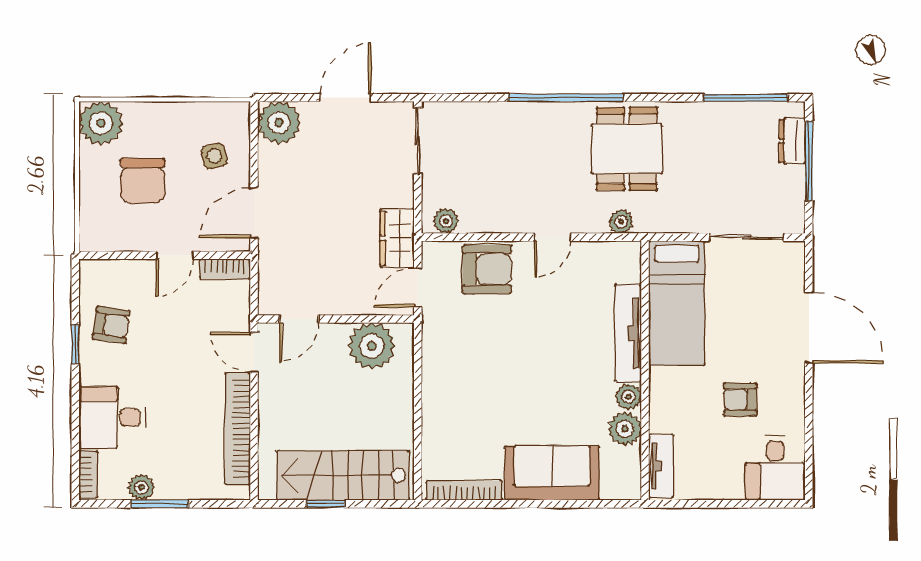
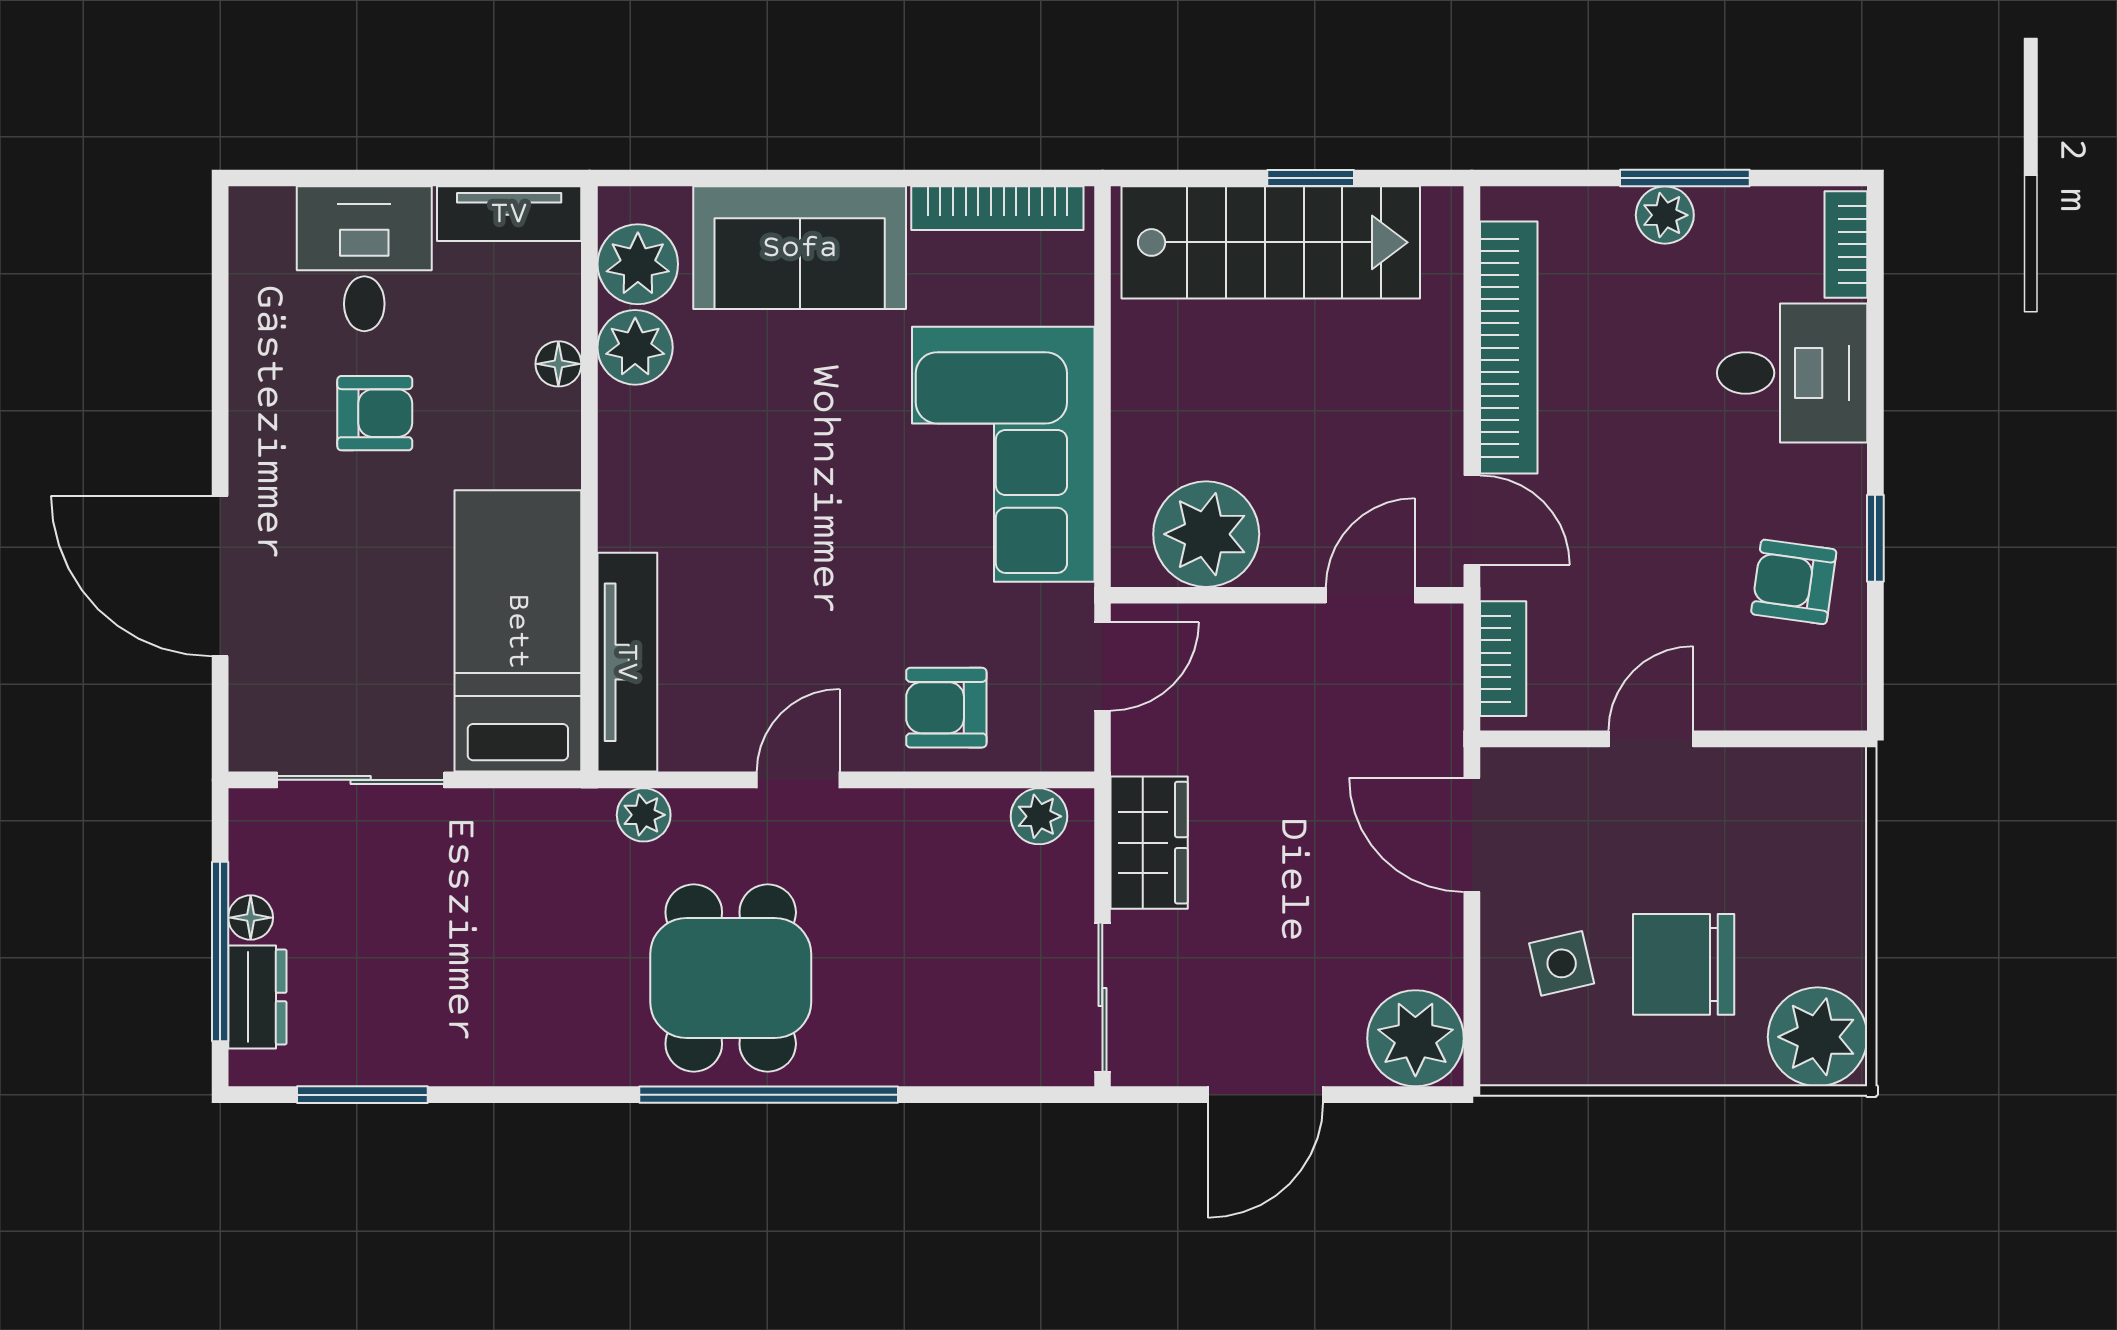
window: (746, 98) -> (362, 1095), width x0.69
dining table: (627, 149) -> (731, 978), moved
floor lamp: (795, 176) -> (251, 918), added
chair: (143, 181) -> (1684, 964), moved, turned -90
door: (254, 213) -> (1472, 835), swing flipped
wardrobe: (397, 238) -> (1149, 843), moved
bookcase: (225, 269) -> (1503, 659), moved, turned 90
armchair: (487, 269) -> (946, 708), width x0.72, depth x0.72
tv unit: (628, 333) -> (627, 662), moved
corner sofa: (462, 381) -> (1003, 454), added
plant: (629, 397) -> (638, 264), moved, width x1.38, depth x1.38
floor lamp: (659, 421) -> (558, 364), added
tv unit: (661, 466) -> (509, 214), moved, turned -90
desk: (775, 468) -> (364, 259), moved
plant: (141, 487) -> (1665, 215), moved

